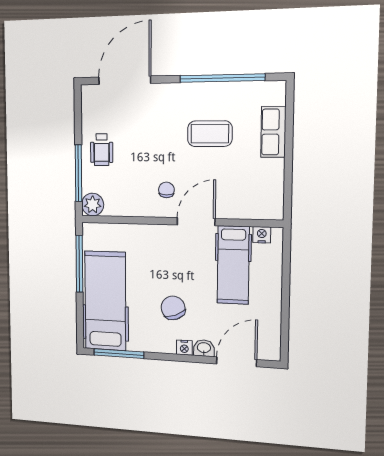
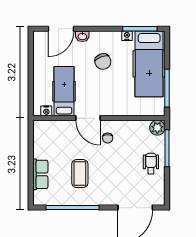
coffee table: (210, 134) -> (80, 174), turned 90
door: (196, 222) -> (88, 118), hinge flipped
nightstand: (184, 348) -> (127, 36), moved

